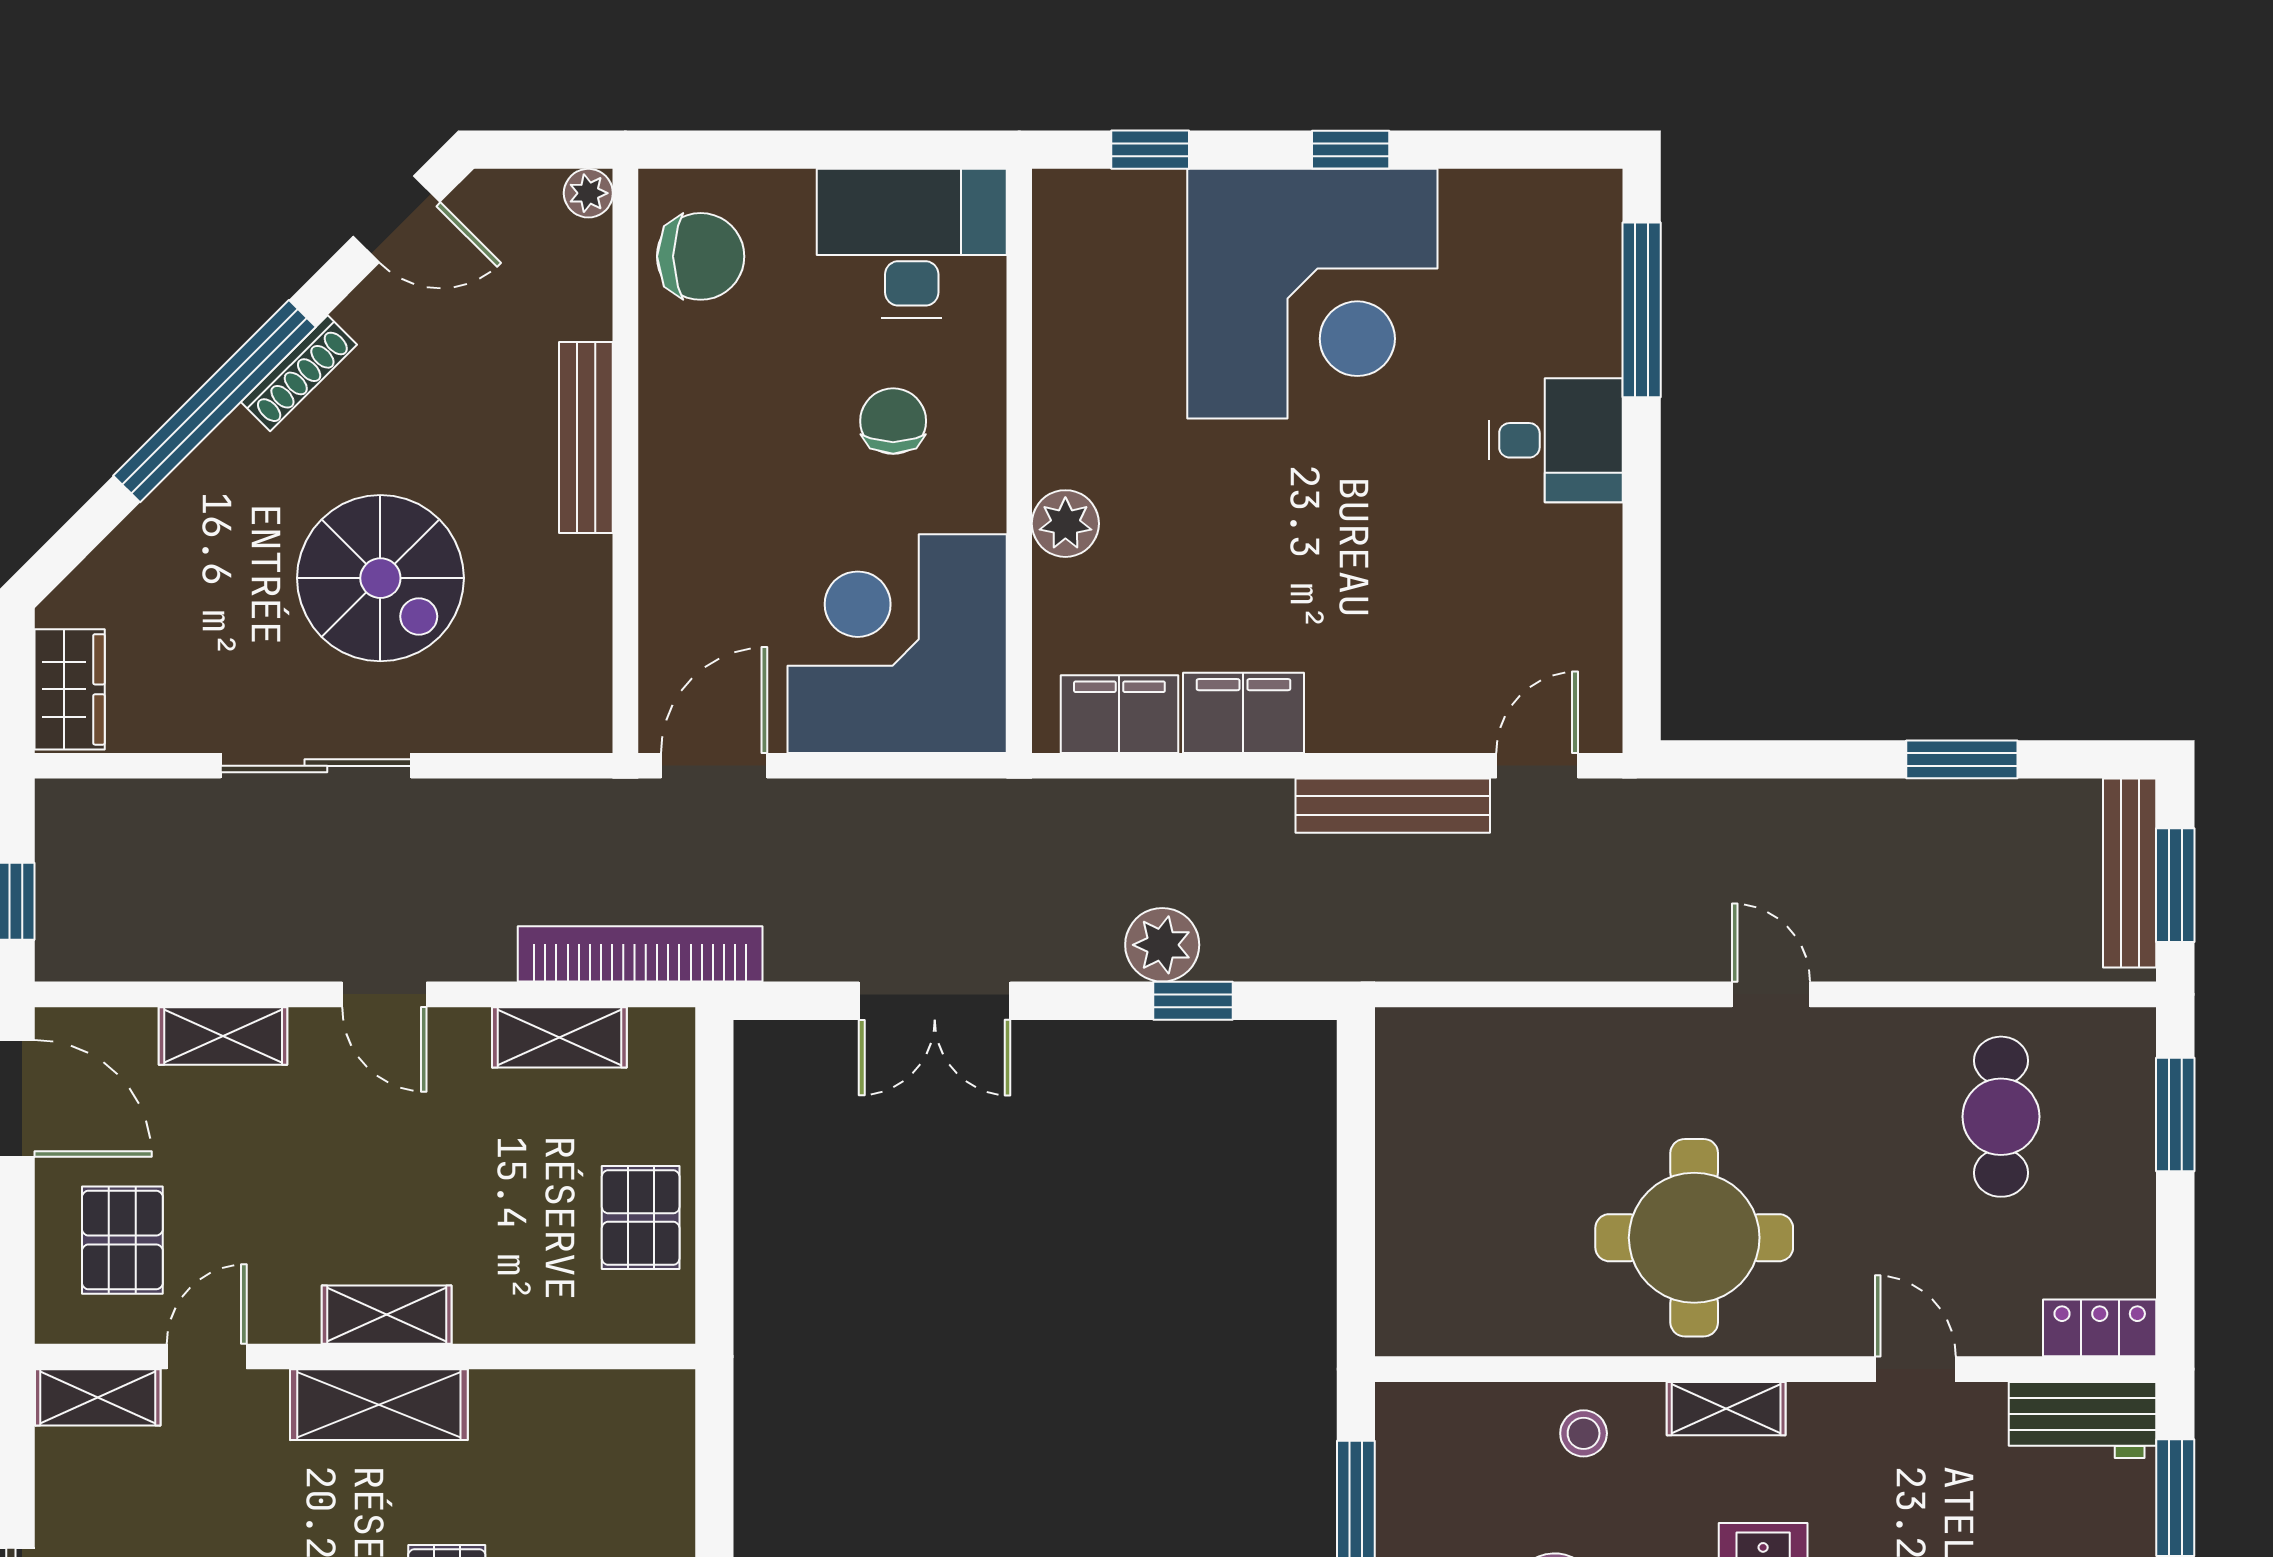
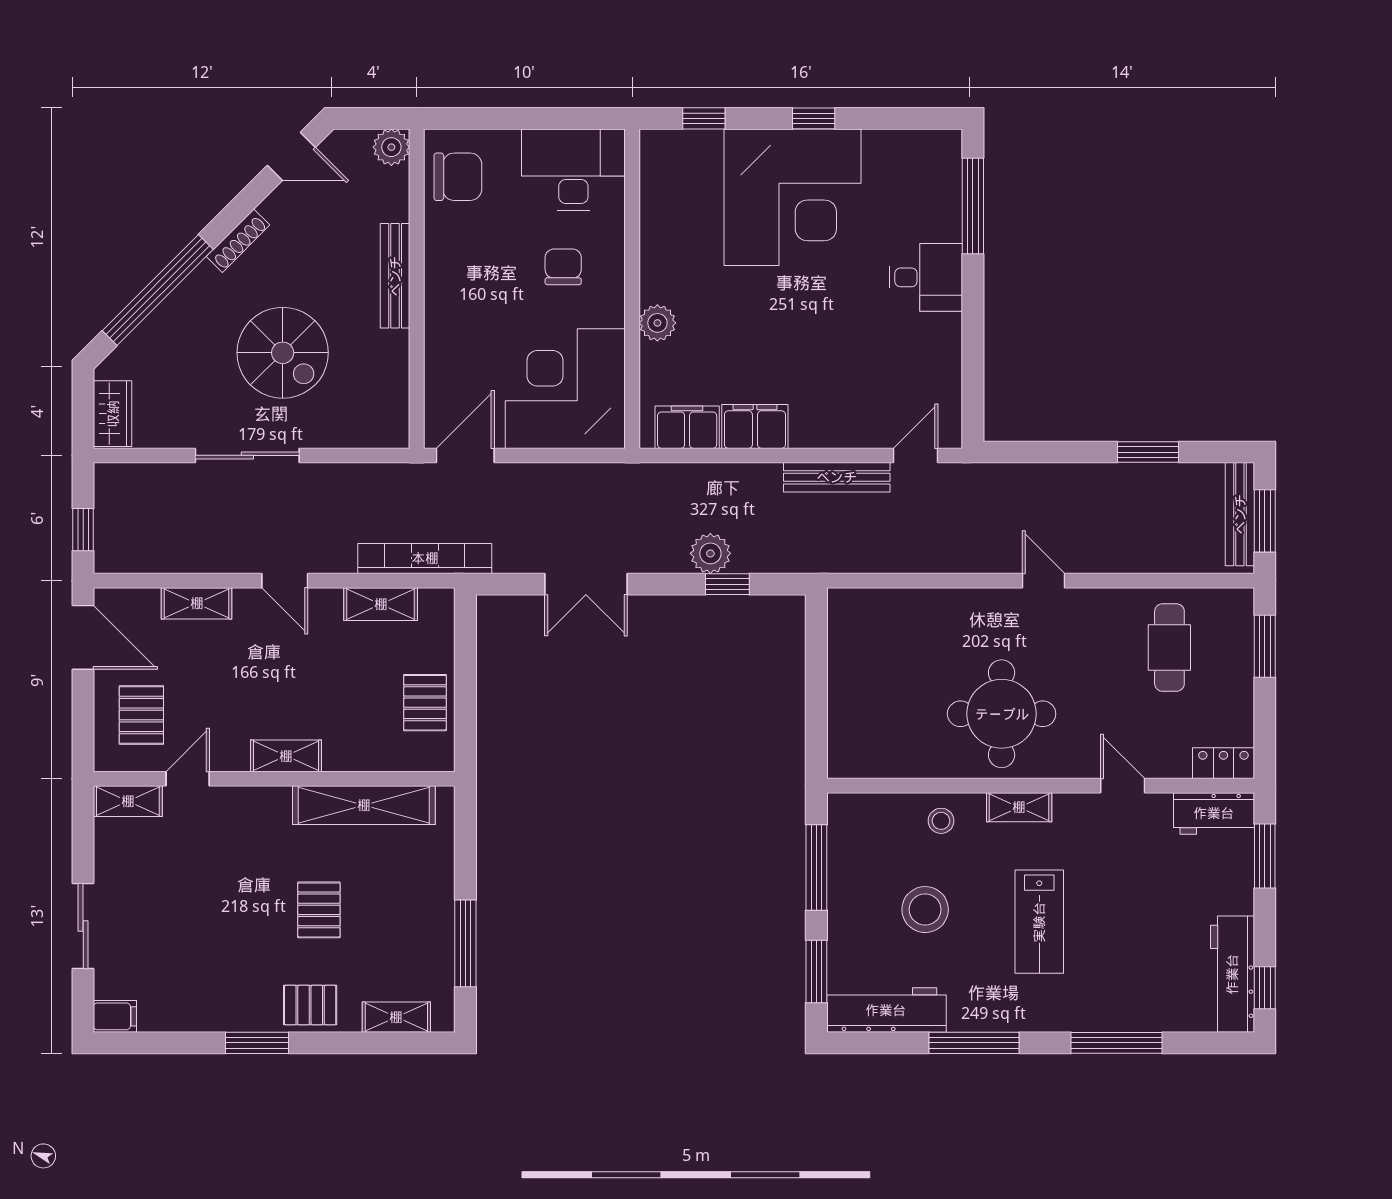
plant: (588, 193) -> (391, 147), width x1.38, depth x1.38
window: (214, 401) -> (158, 290), moved
shelving: (379, 1405) -> (364, 805), moved, width x1.47

